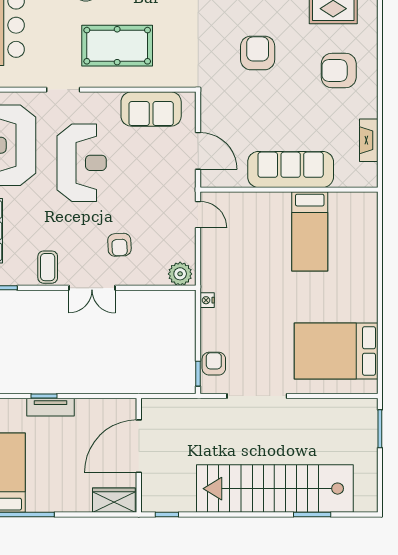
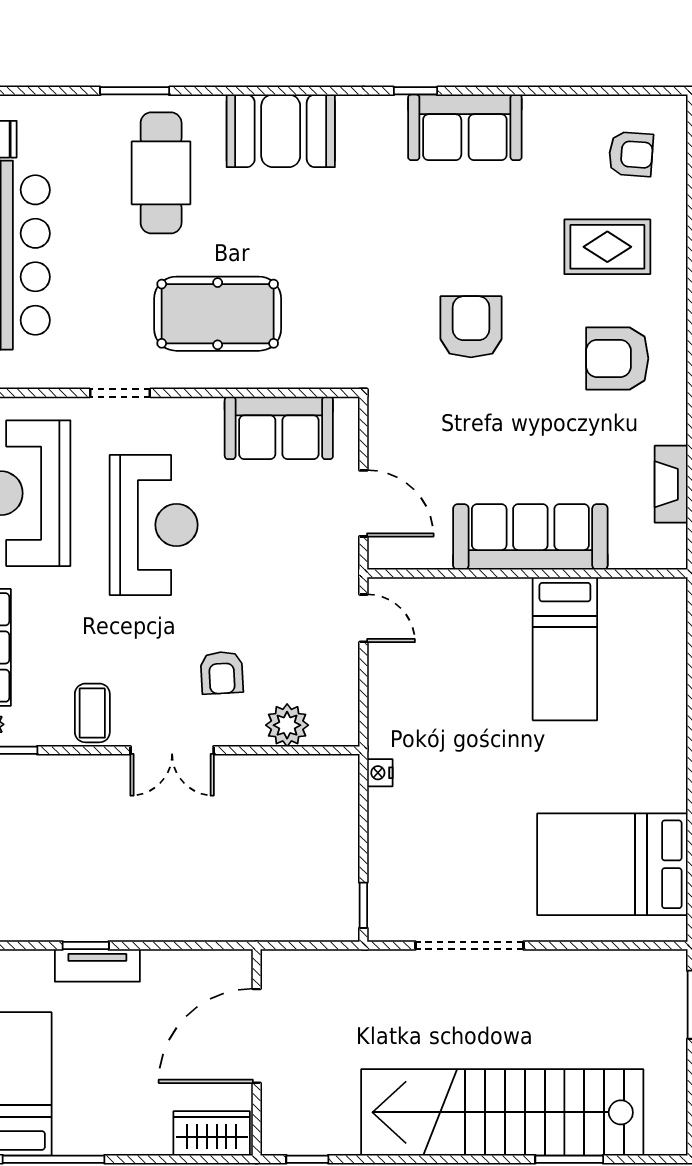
plant: (180, 274) -> (287, 725), moved
armchair: (214, 364) -> (392, 887), removed

